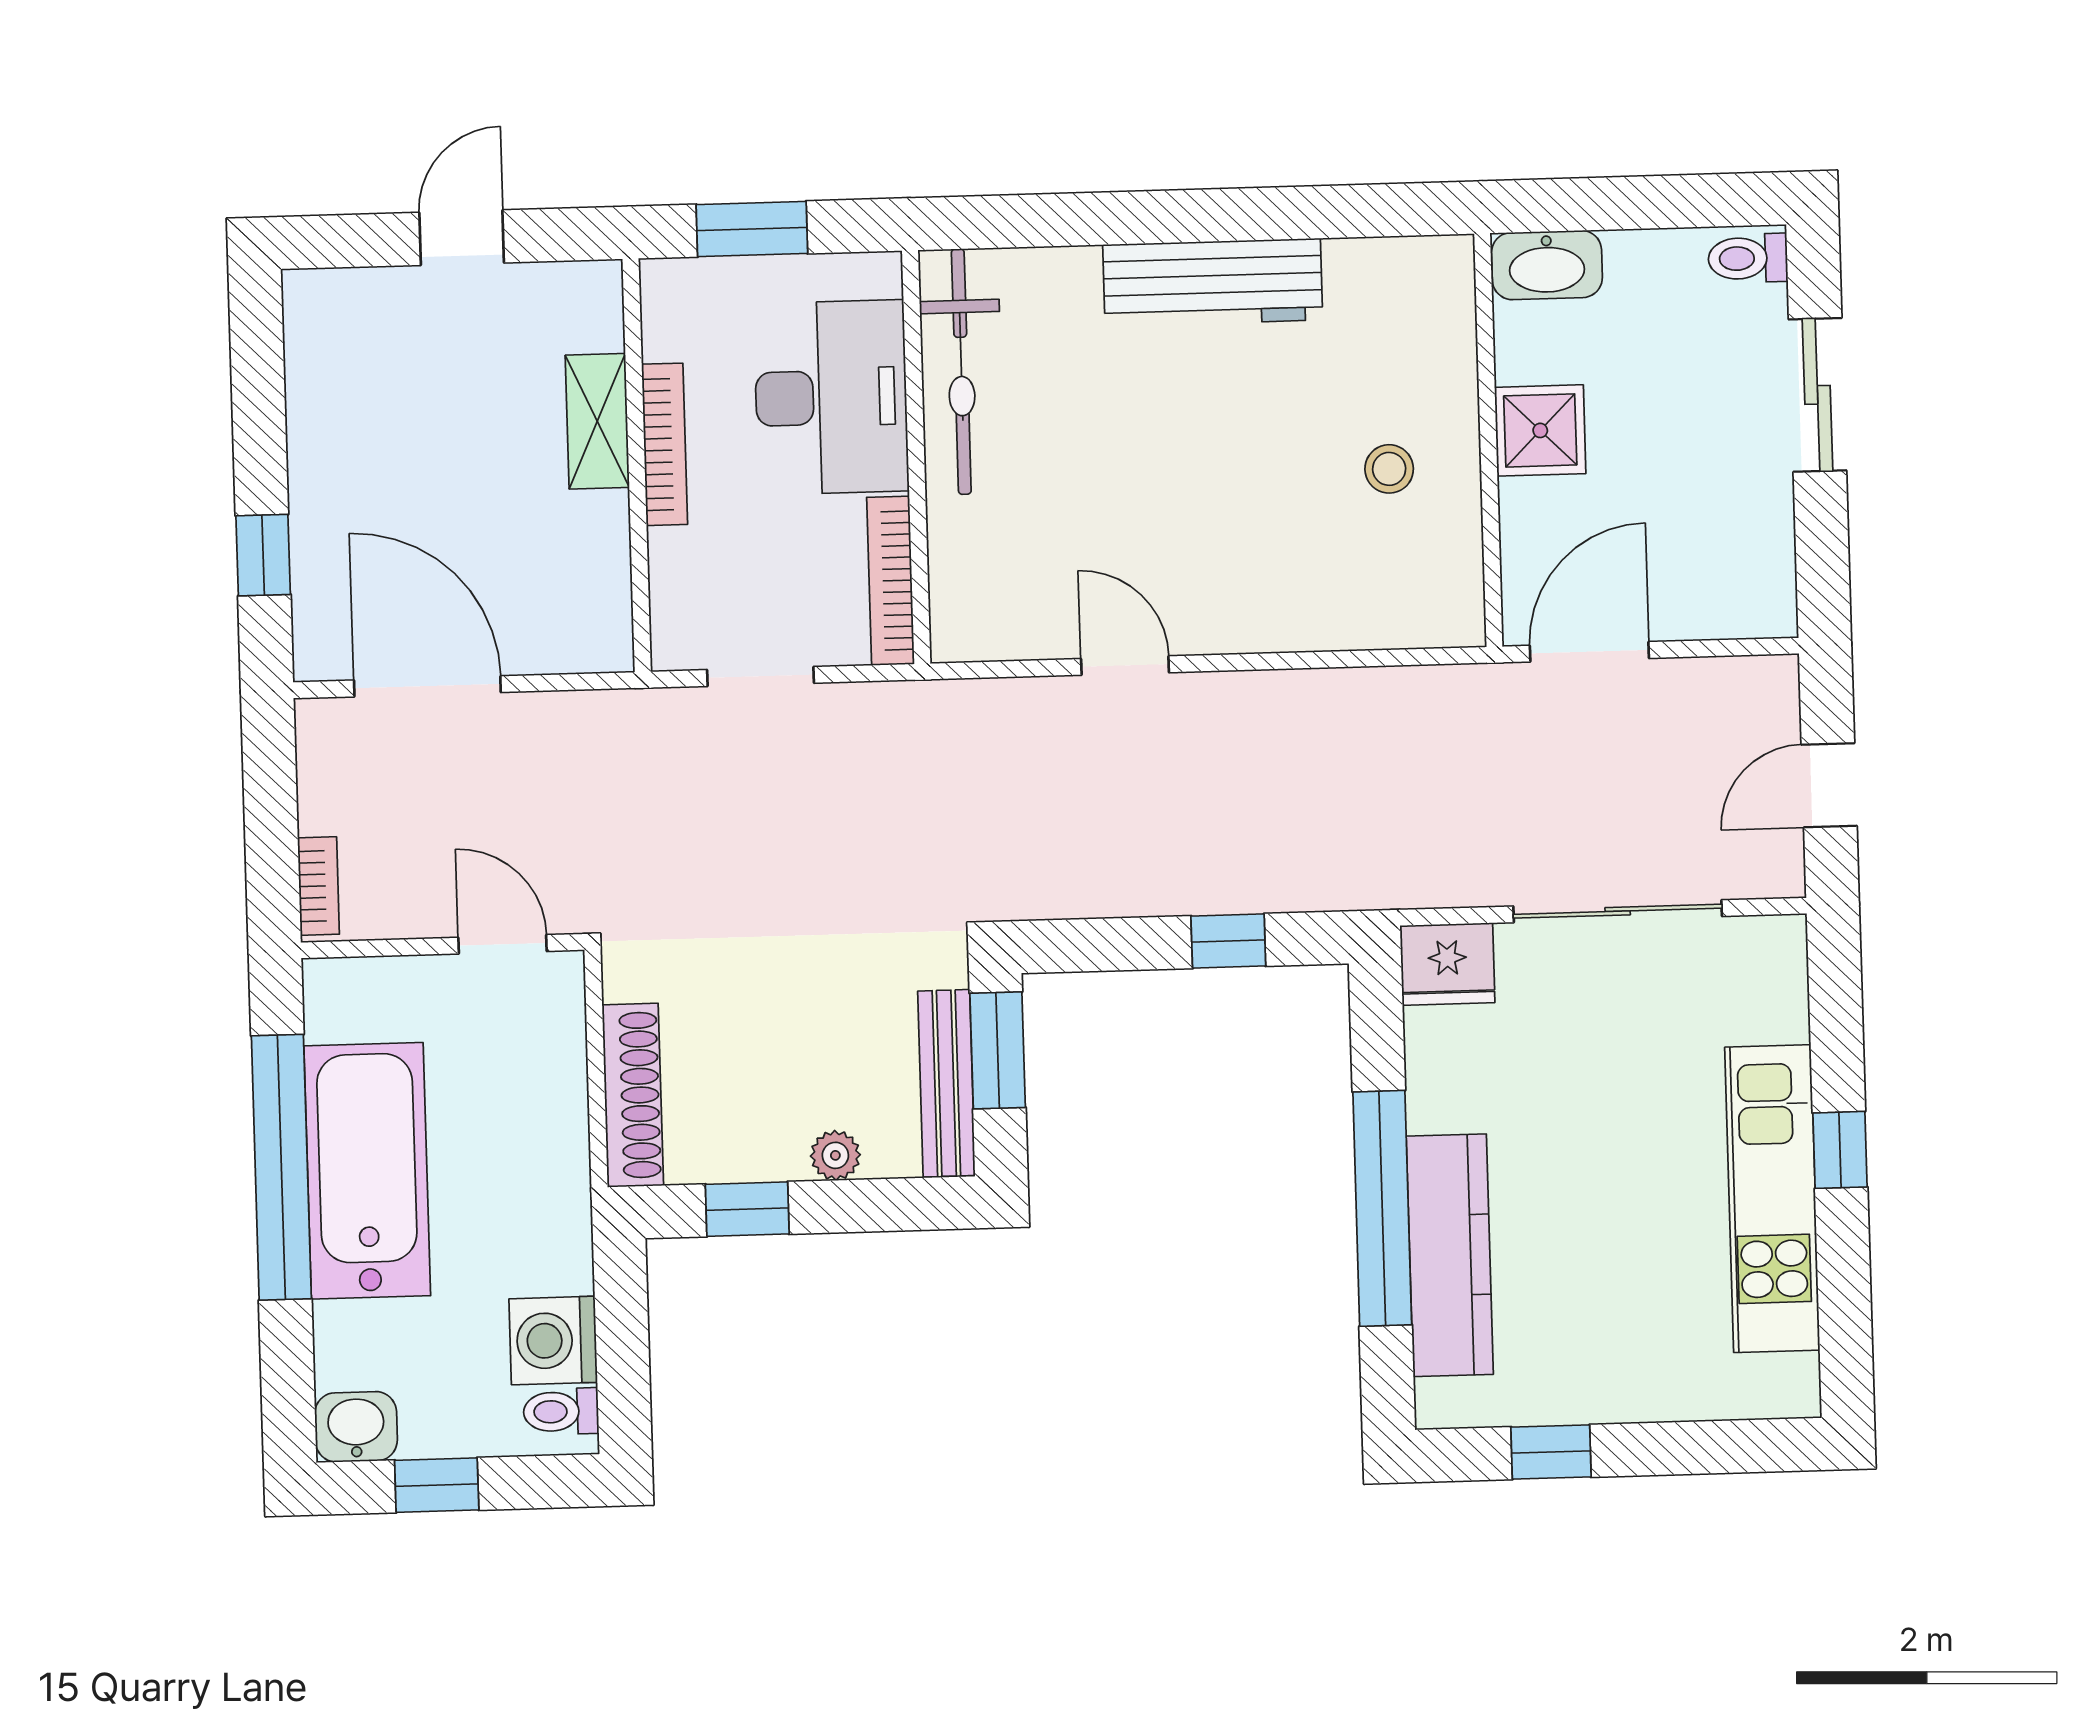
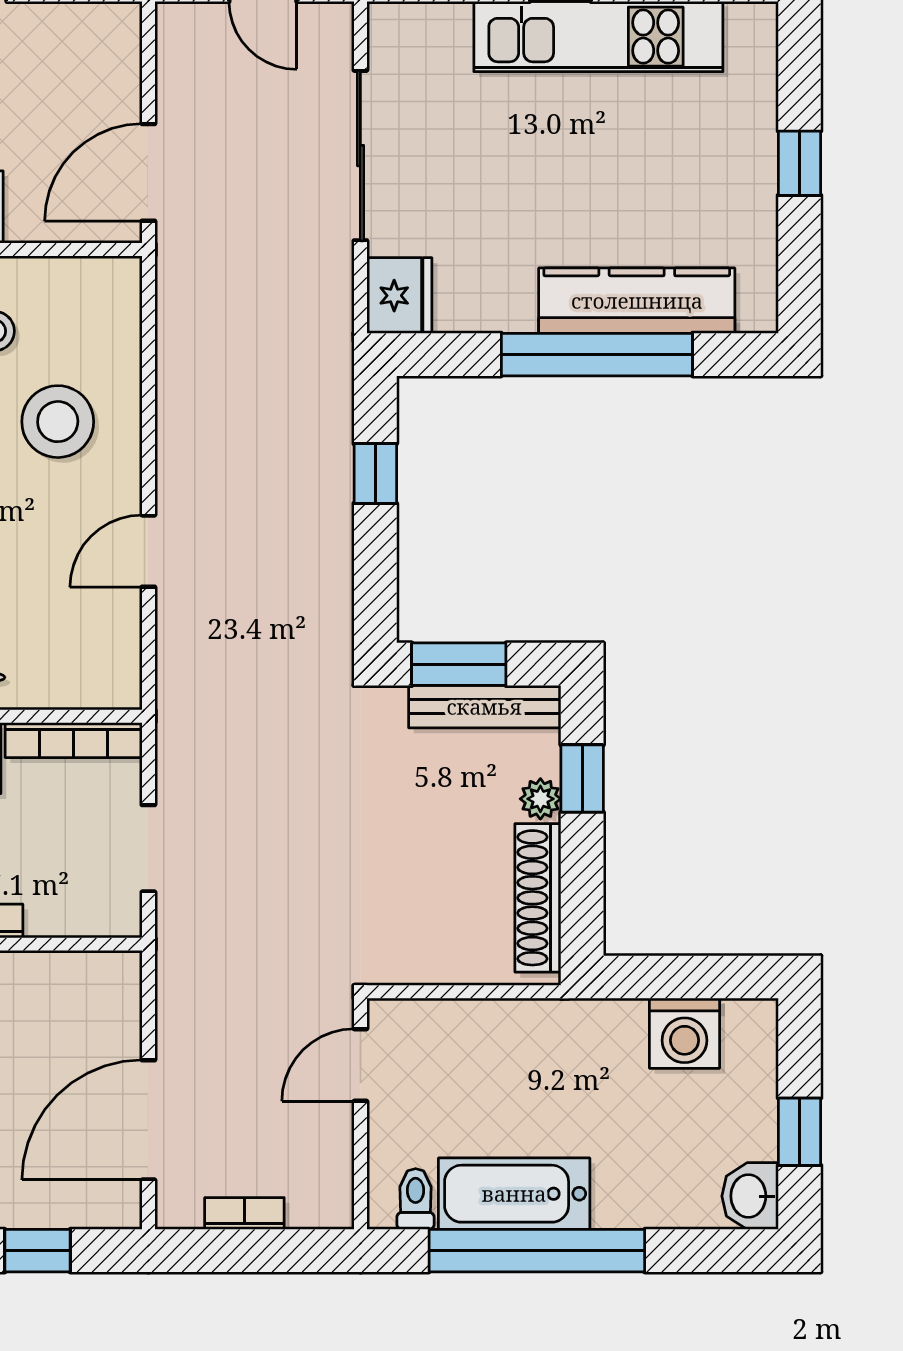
stool: (1280, 550) -> (58, 422), added
door: (1589, 652) -> (148, 172), hinge flipped
bookcase: (319, 886) -> (244, 1213), moved
shoe rack: (633, 1095) -> (538, 898), moved, turned -90
bathtub: (367, 1171) -> (514, 1194), width x0.73, depth x0.73
window: (747, 1209) -> (582, 779), moved
toilet: (561, 1411) -> (416, 1199), moved, turned 180
window: (1551, 1452) -> (799, 163), moved

